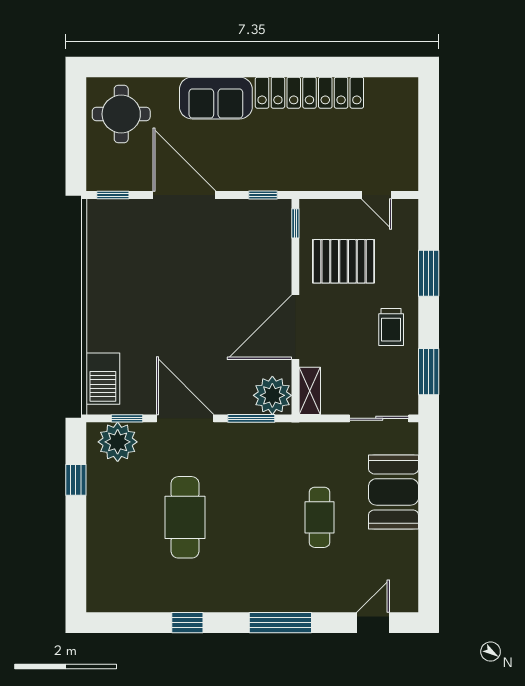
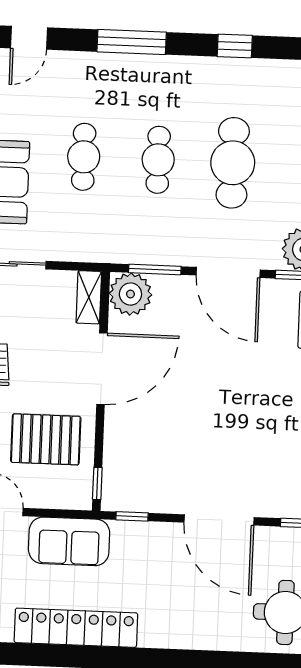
sofa: (216, 98) -> (69, 541), moved, turned 180
cafe table: (252, 517) -> (158, 160), added

